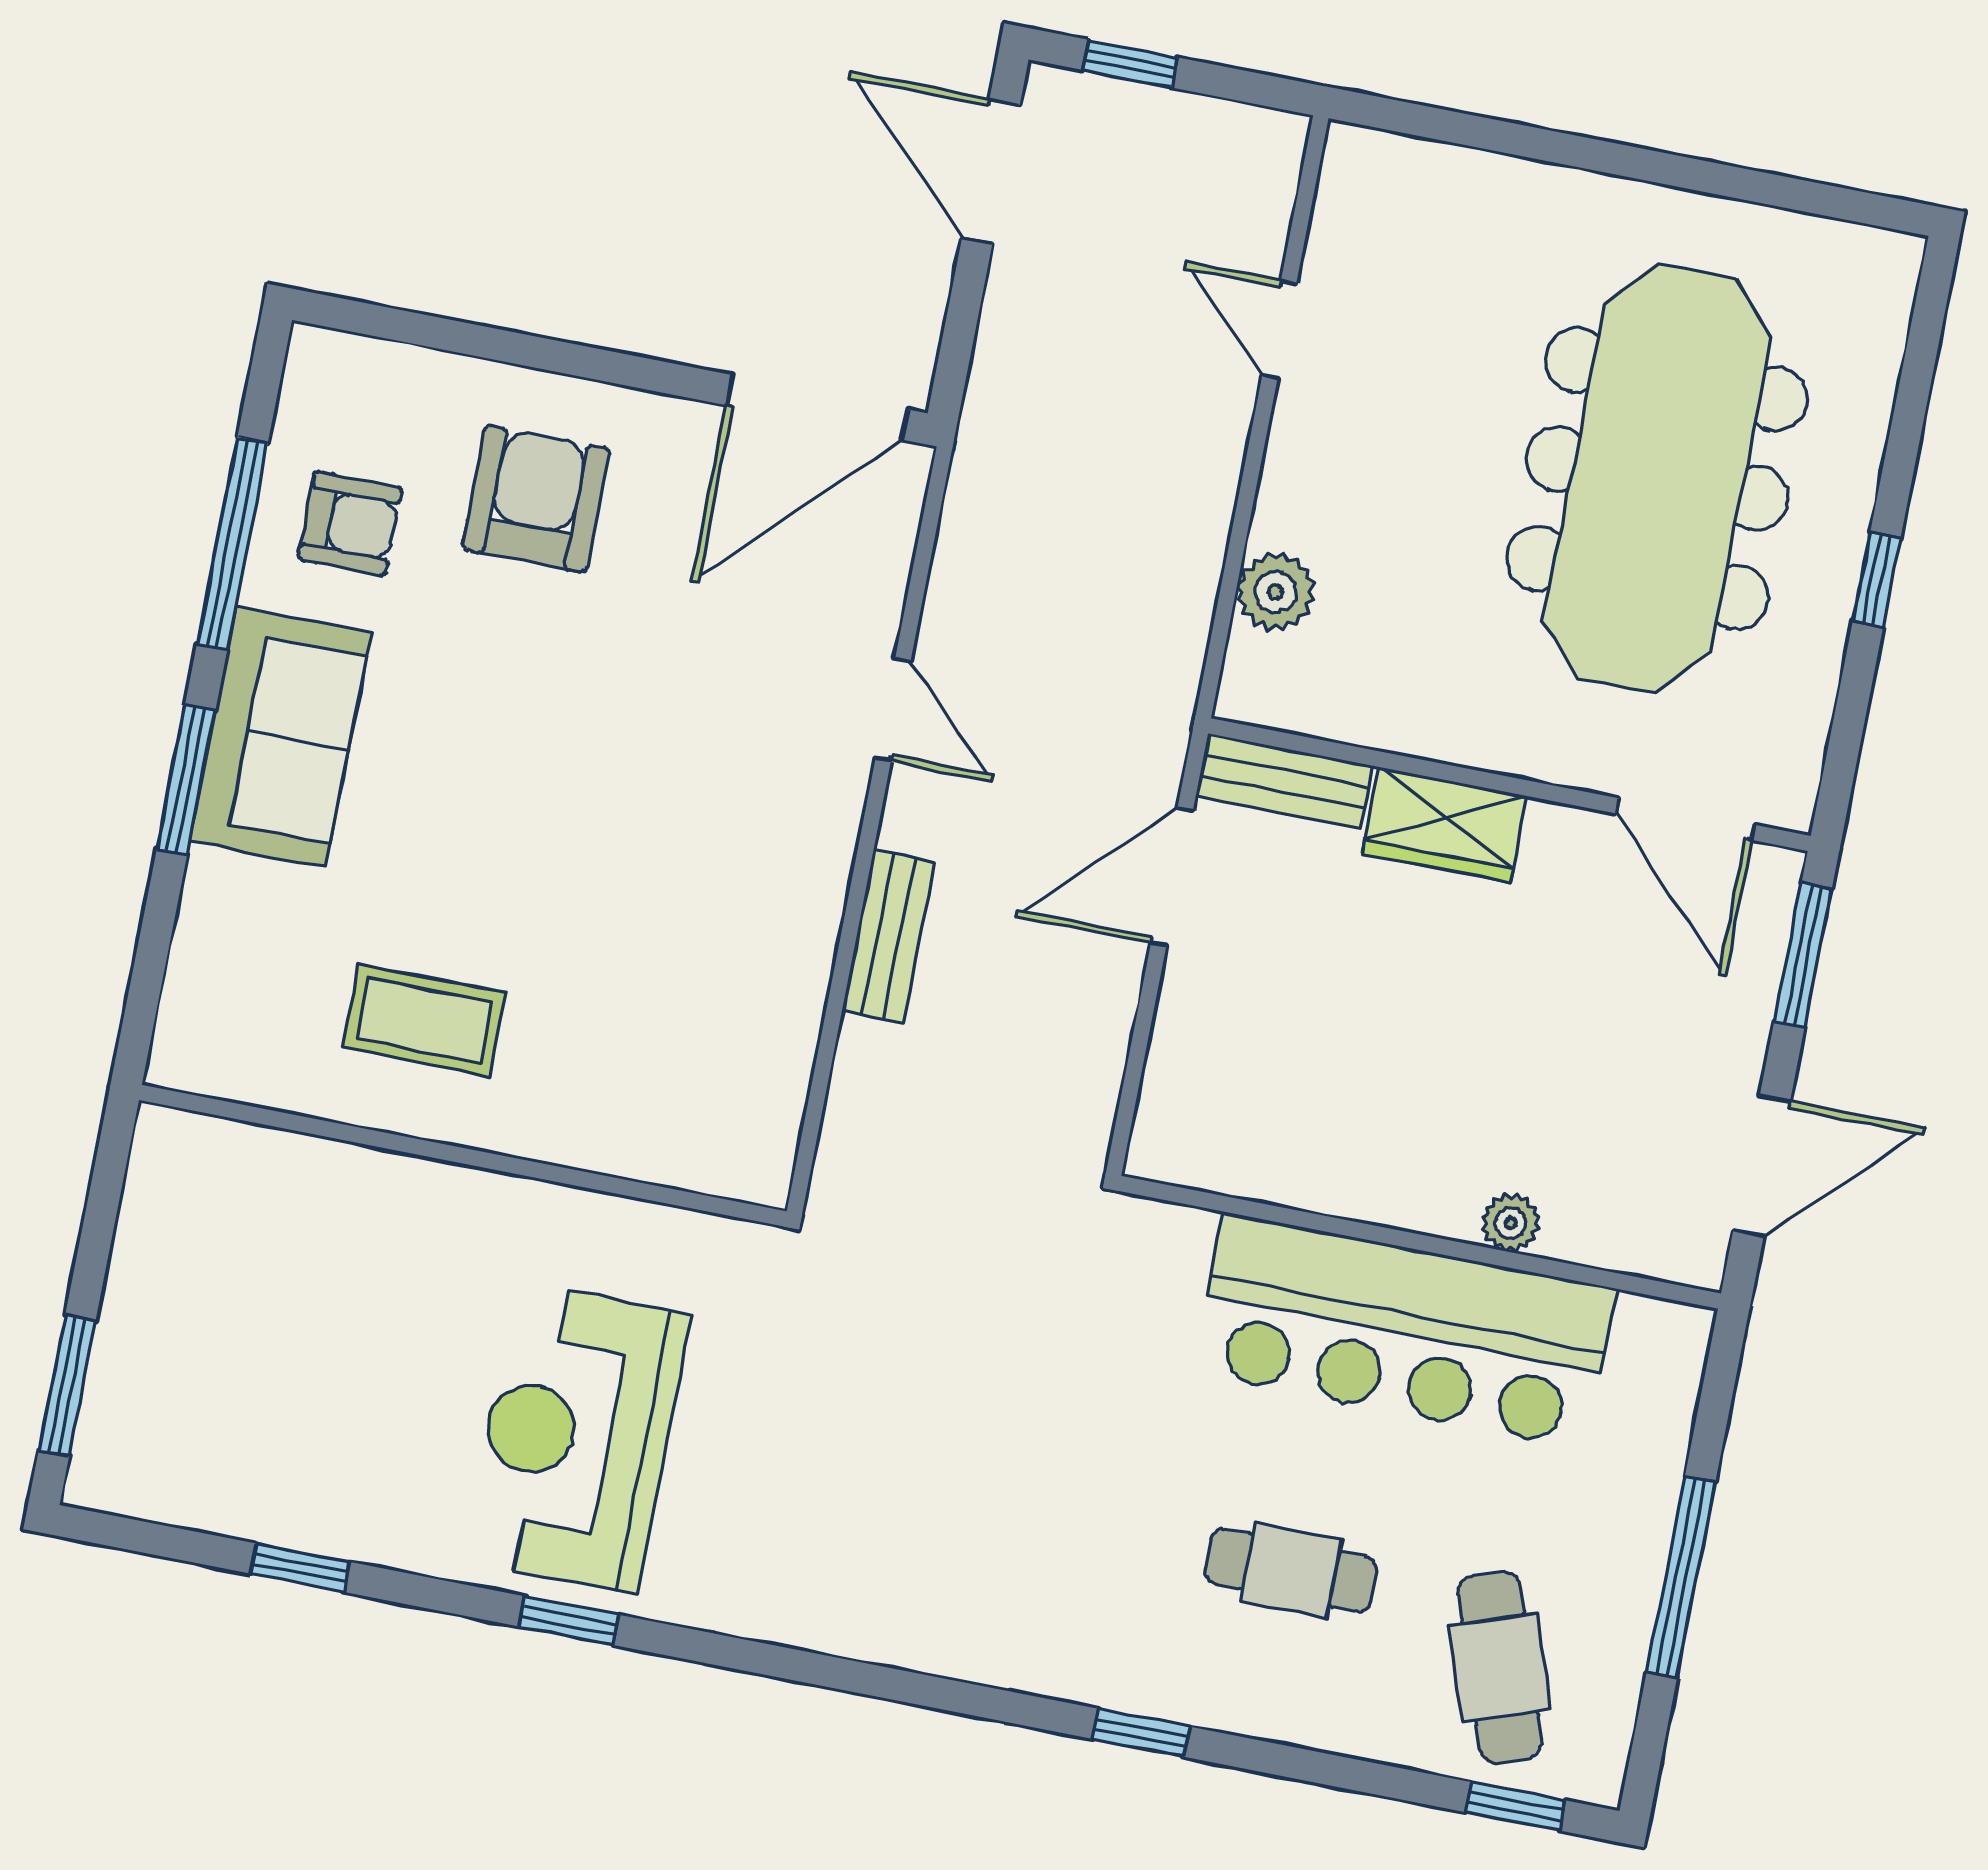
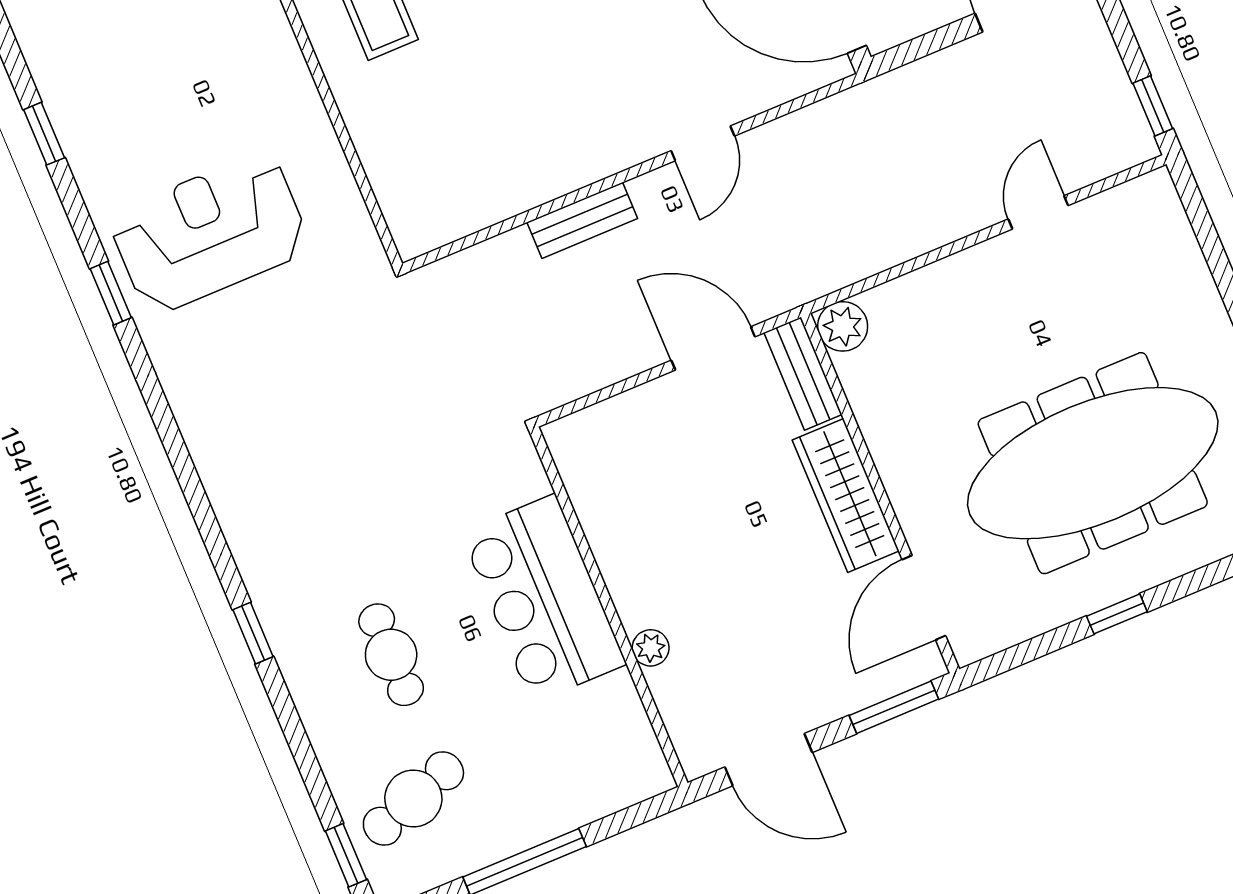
window: (1130, 64) -> (1153, 106), moved
plant: (1276, 592) -> (843, 326), moved
wardrobe: (1445, 825) -> (846, 495), width x1.50
bar counter: (1404, 1330) -> (544, 598), width x0.73

